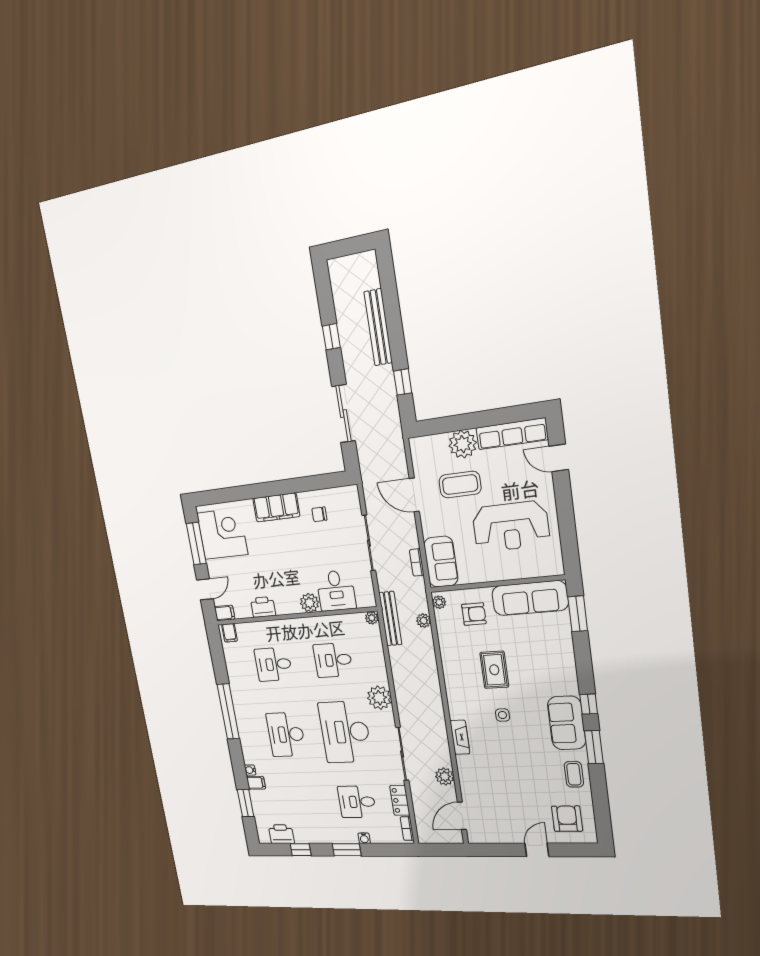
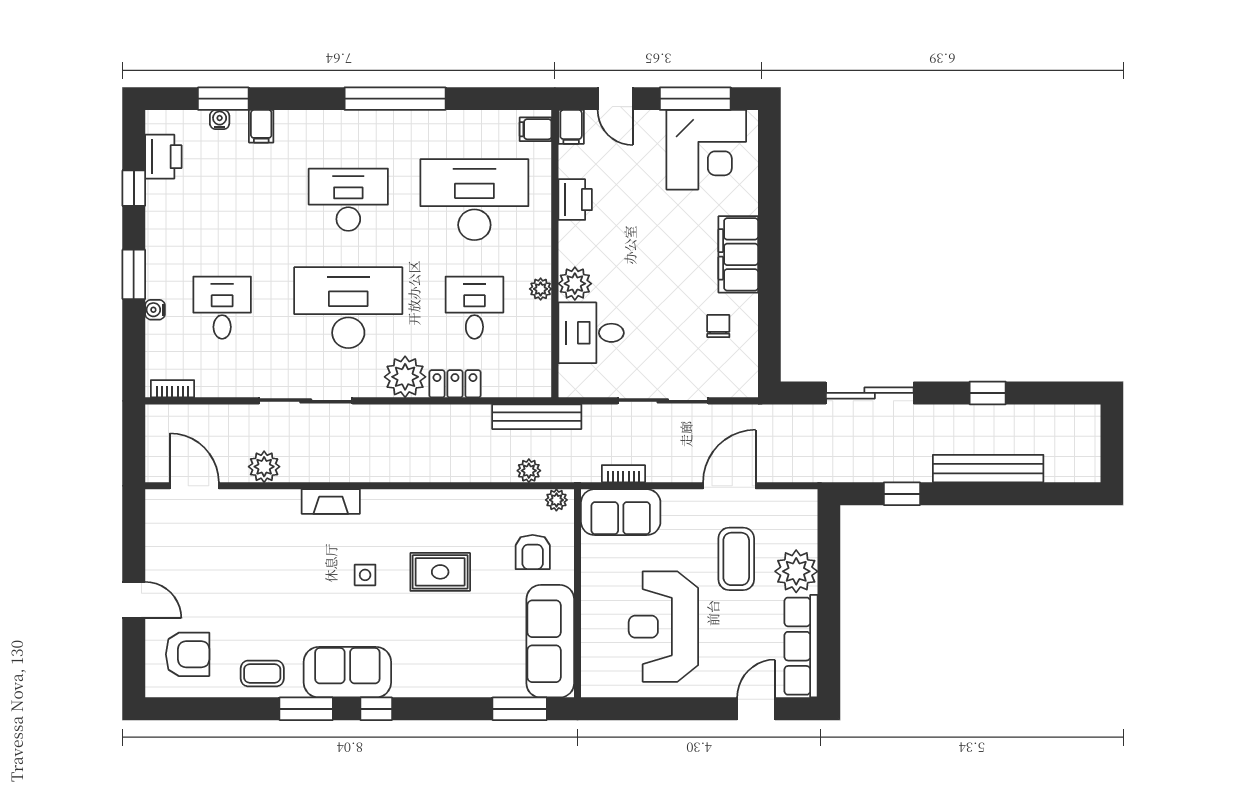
plant: (372, 618) -> (541, 289), moved
desk: (273, 664) -> (474, 200), width x1.87, depth x1.30
water cooler: (250, 770) -> (220, 120), moved
locker: (400, 800) -> (455, 384), moved

